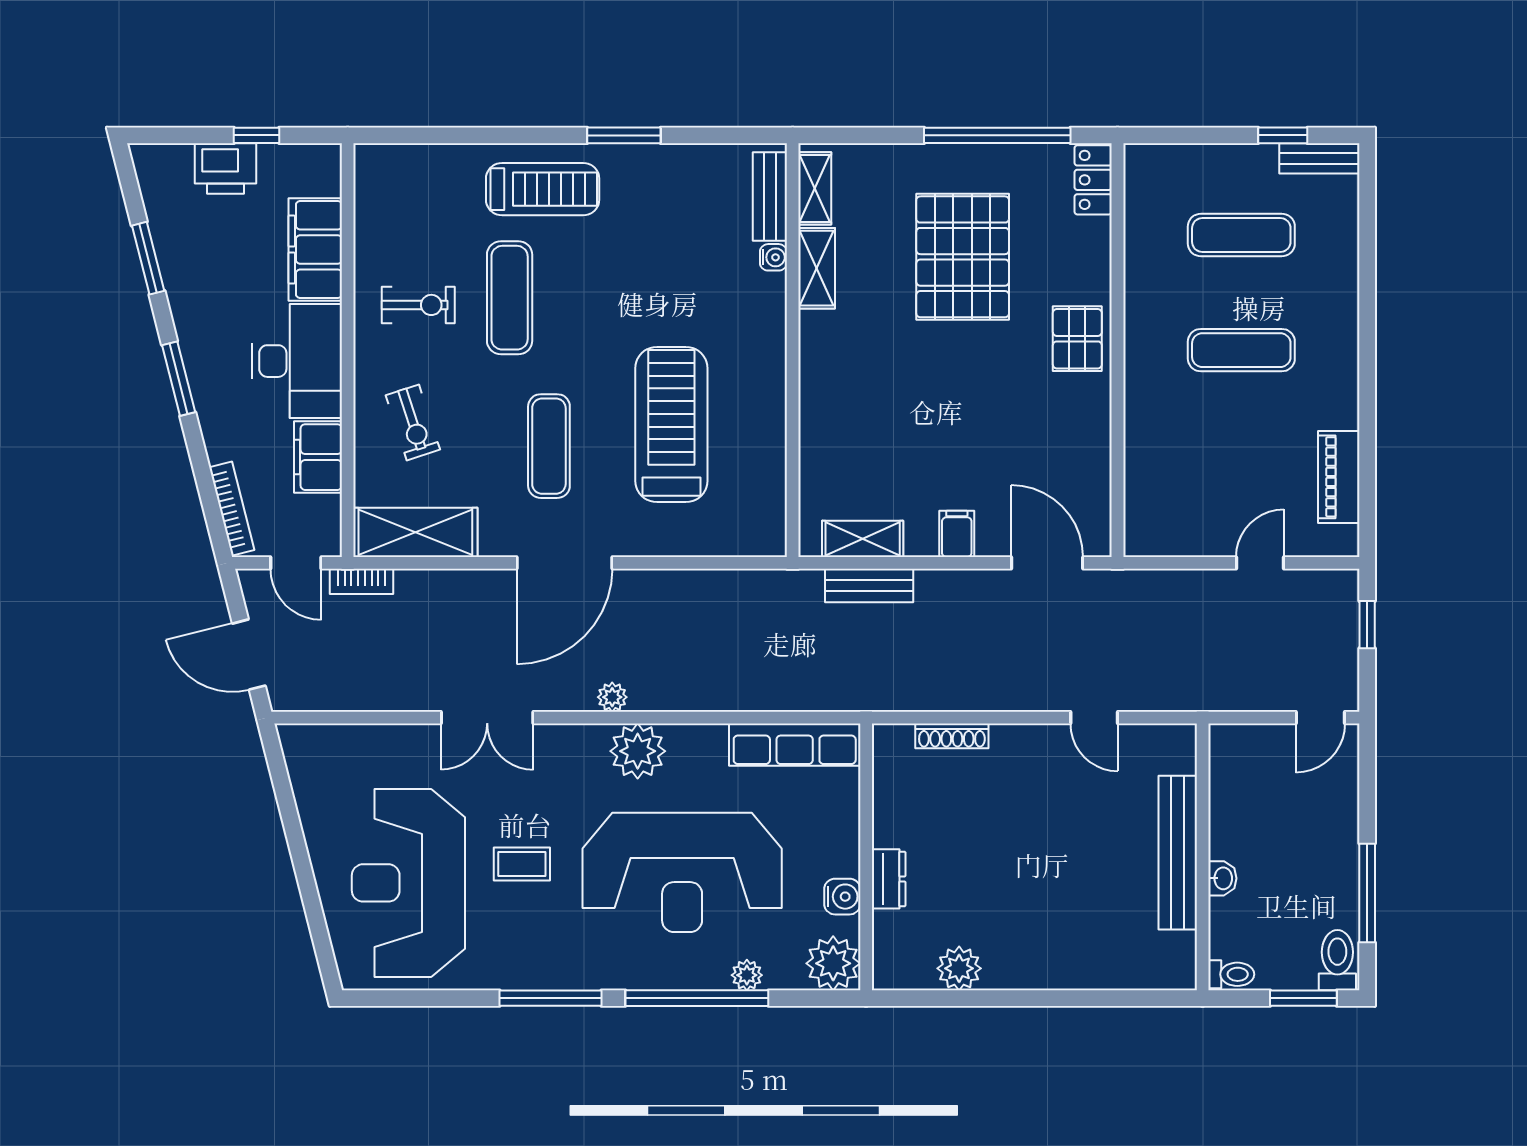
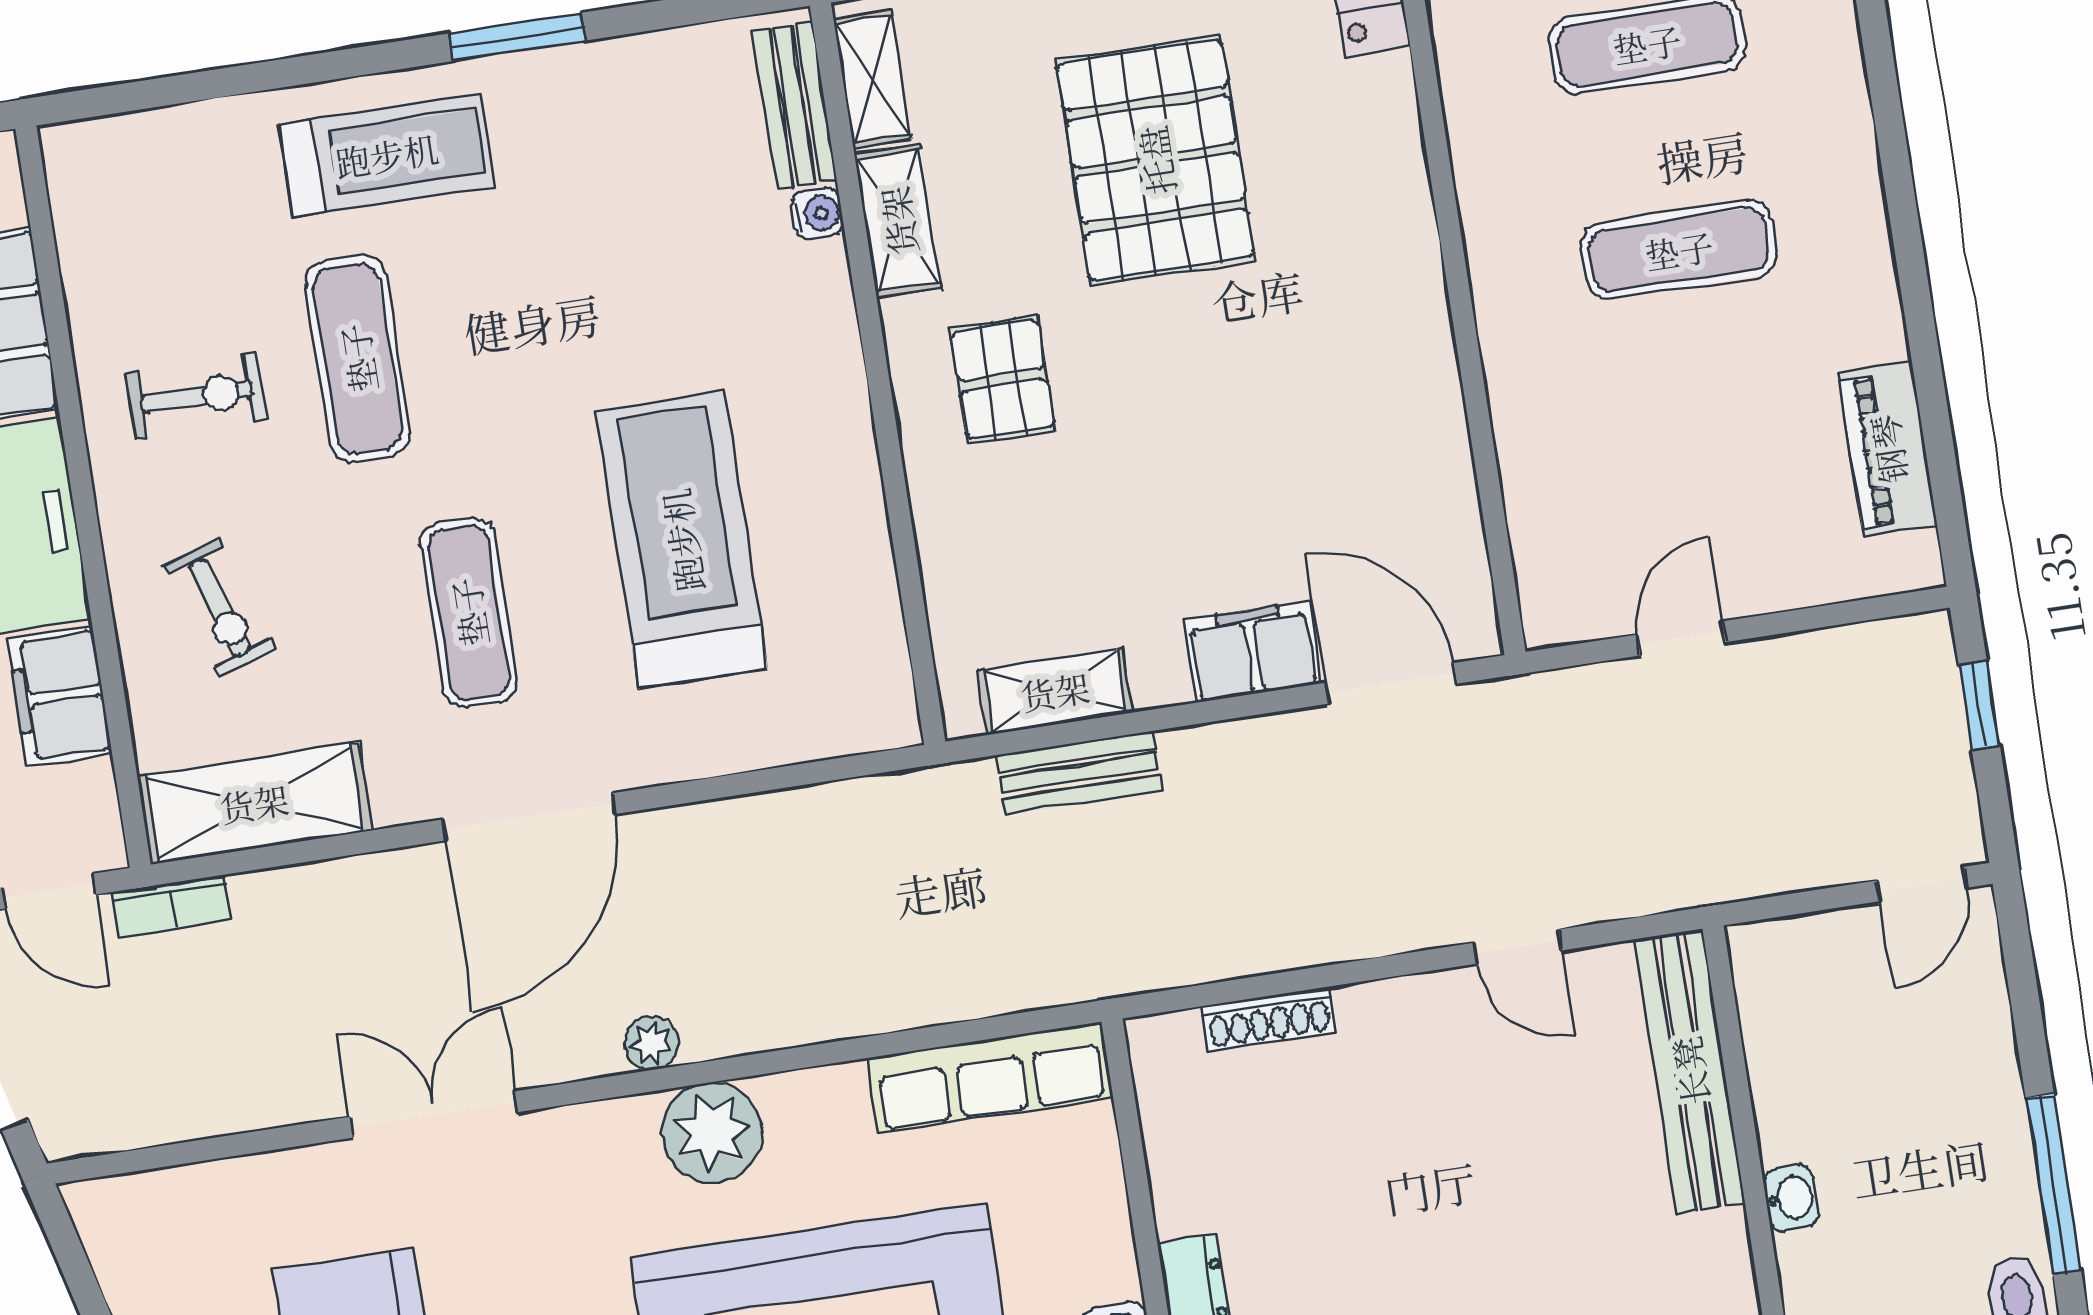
pallet: (1077, 339) -> (1003, 380), moved
filing cabinet: (957, 534) -> (1253, 652), width x2.00
door: (1260, 563) -> (1681, 638), moved
double door: (487, 718) -> (434, 1114), swing flipped
bench: (1178, 853) -> (1690, 1071), moved

